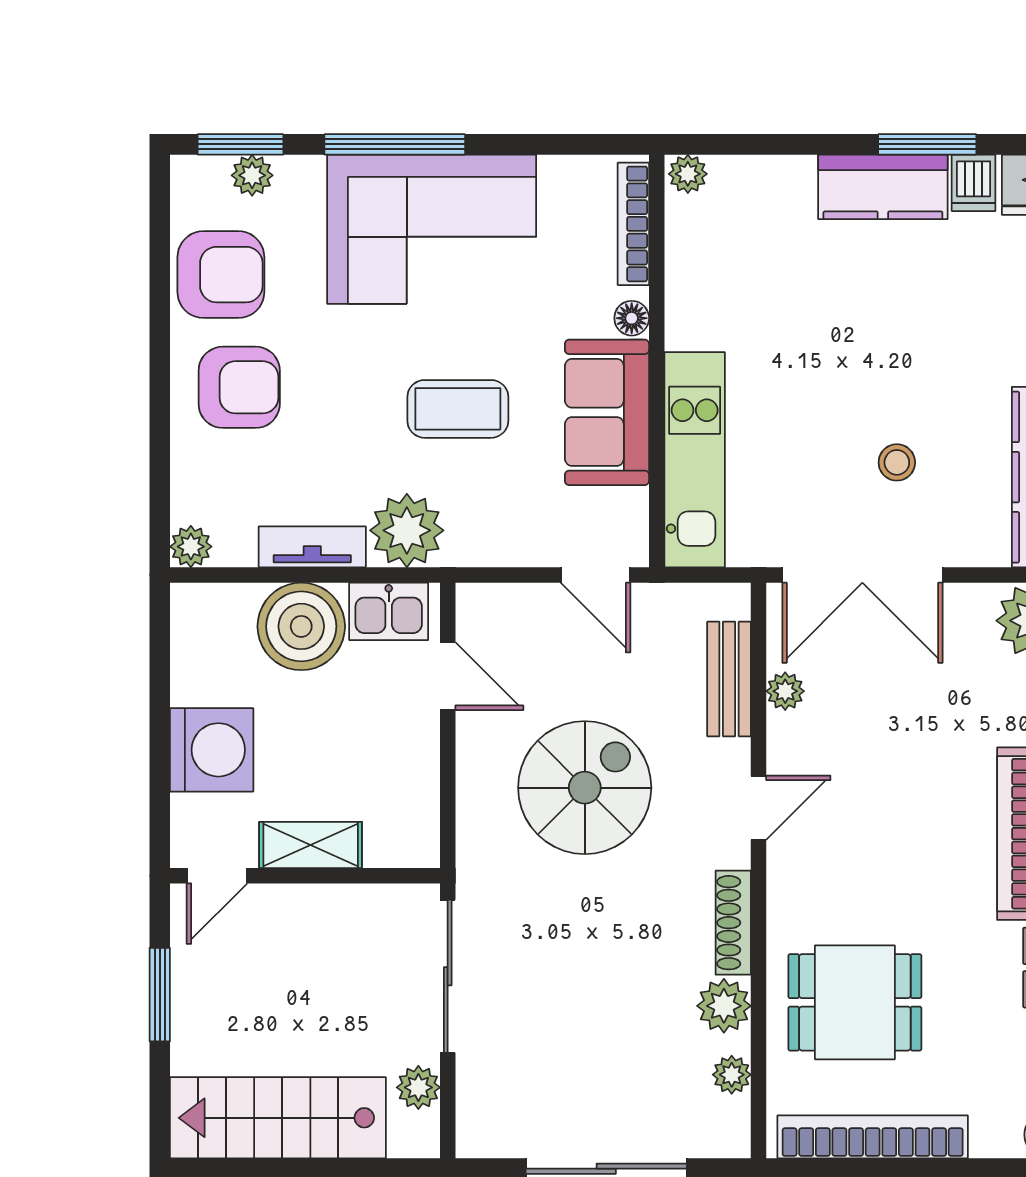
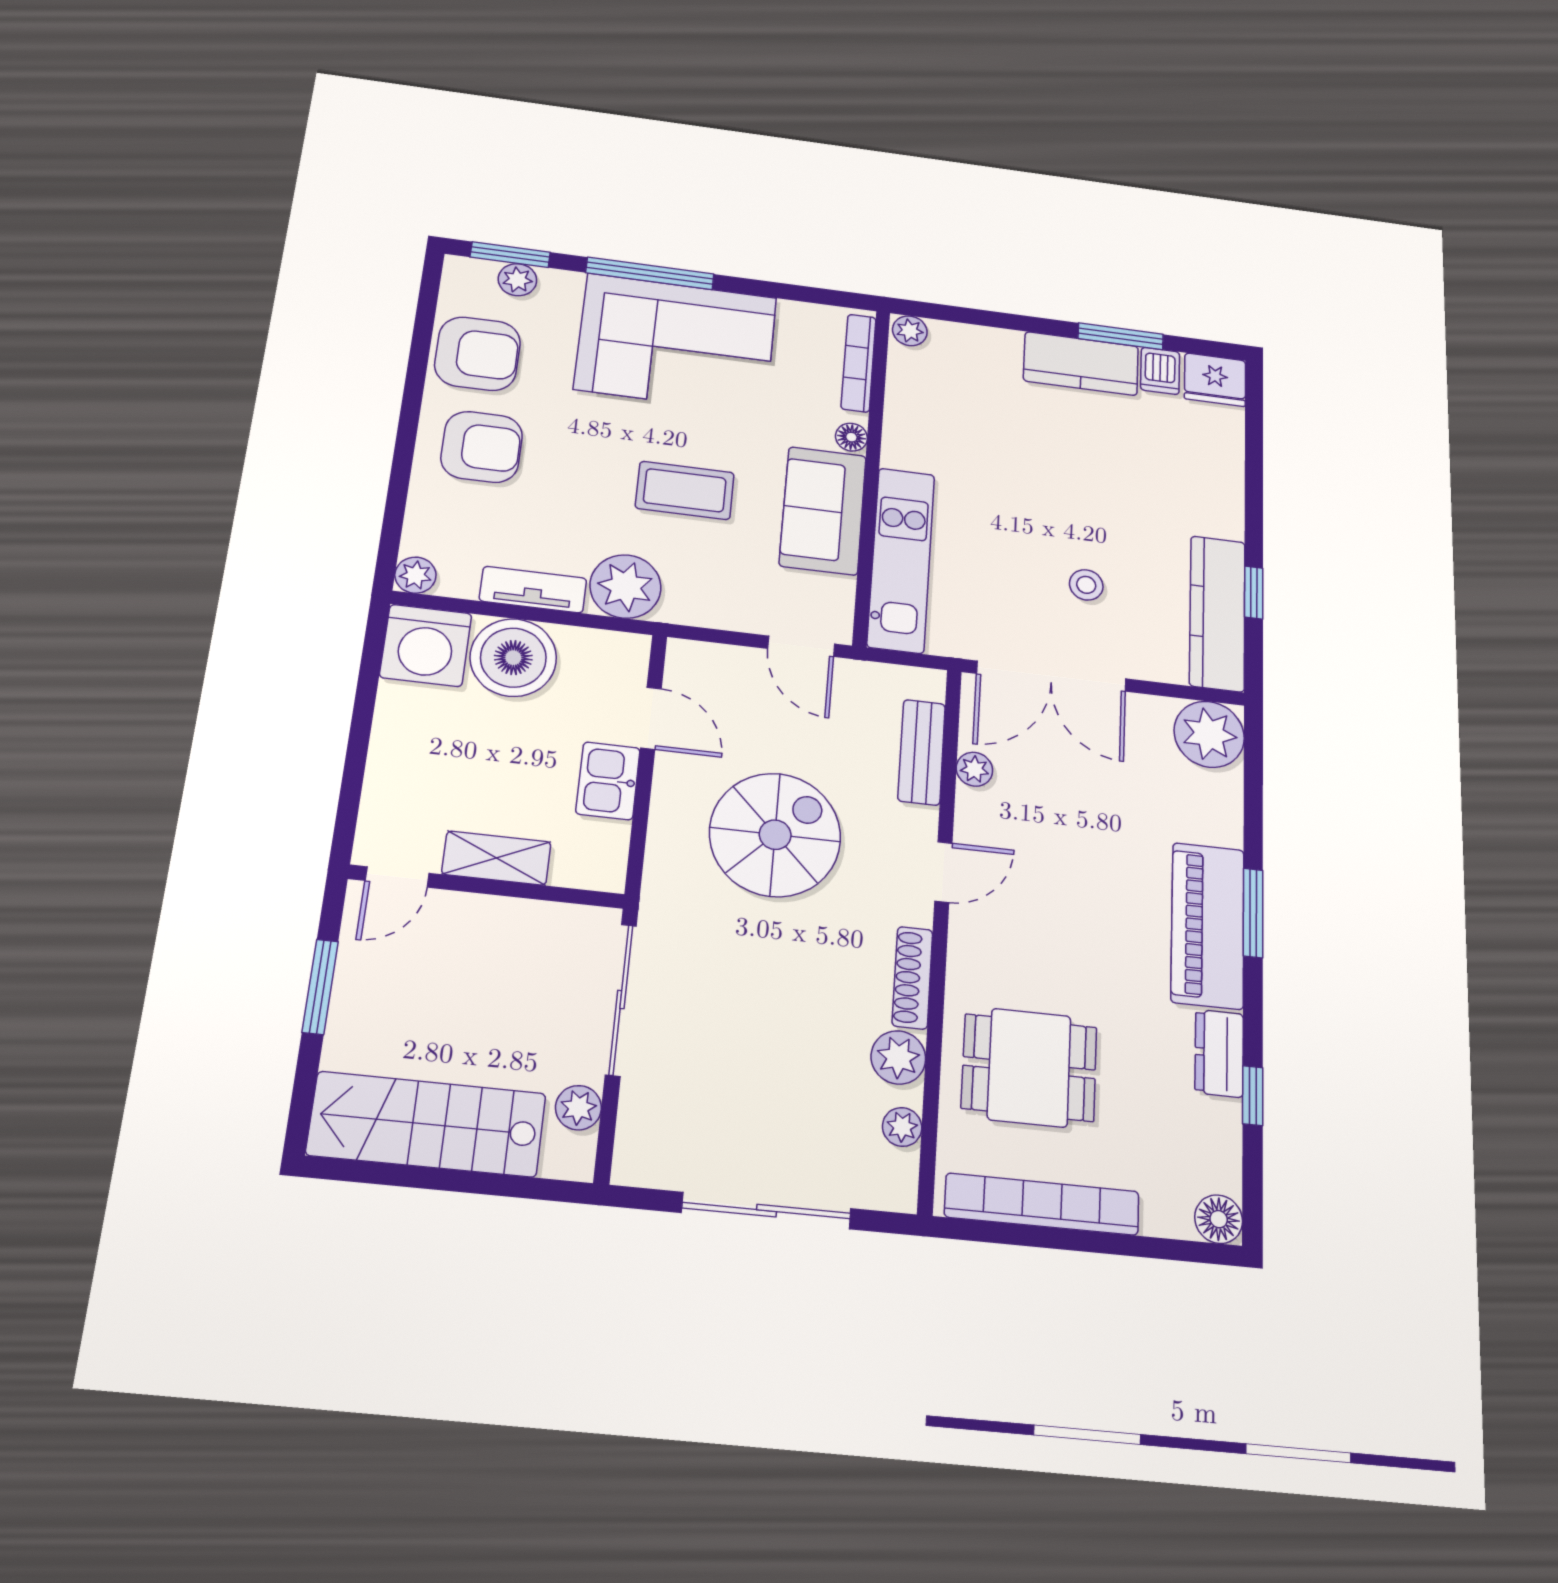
kitchen sink: (389, 611) -> (608, 781), moved, turned 90
washing machine: (212, 750) -> (426, 645), moved, turned 90

